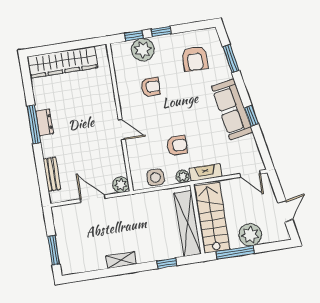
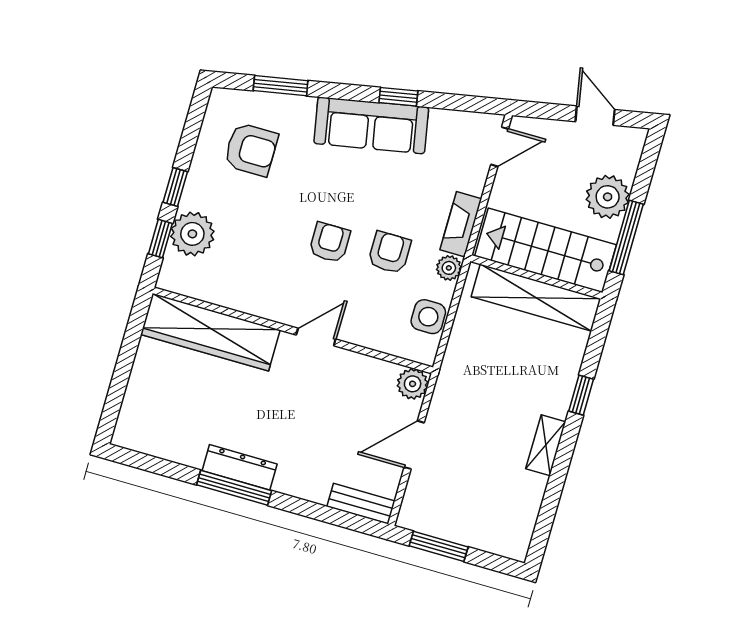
wardrobe: (62, 62) -> (210, 332), moved, turned 90
armchair: (151, 87) -> (330, 243), moved
dresser: (44, 122) -> (240, 467), width x1.44
bench: (52, 174) -> (361, 504), moved
window: (54, 250) -> (439, 546), moved
window: (167, 263) -> (581, 395), moved

